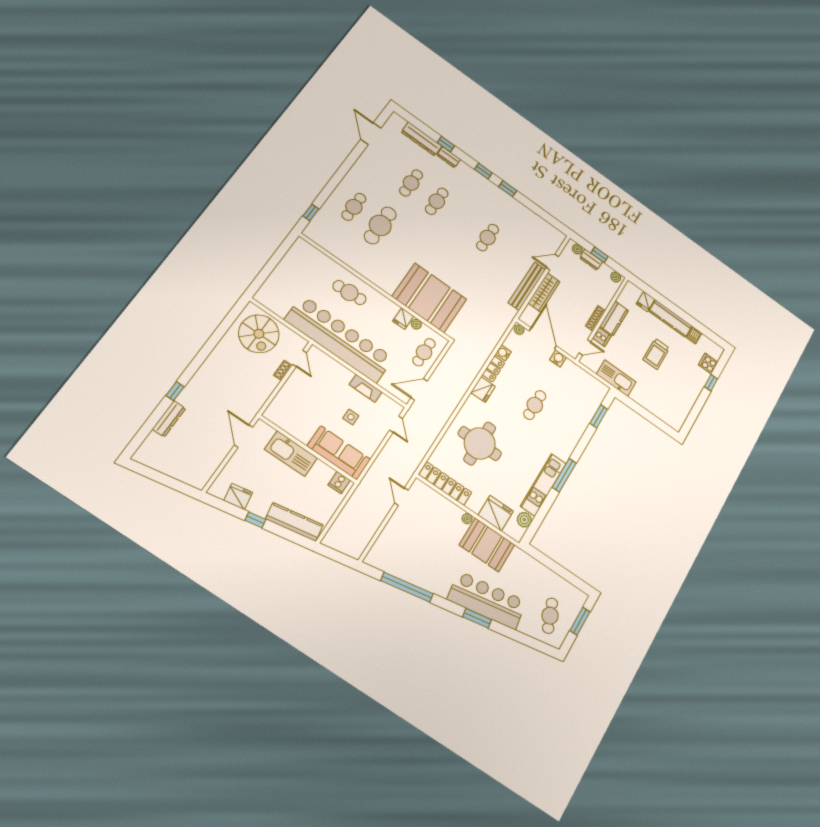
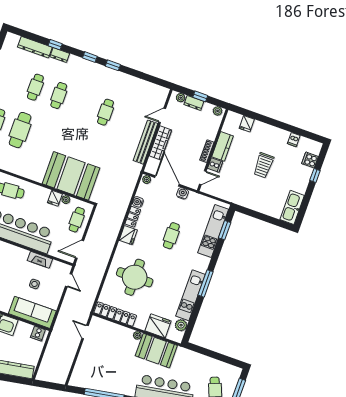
kitchen counter: (671, 319) -> (271, 132), removed
kitchen sink: (616, 378) -> (292, 207), moved, turned -90
kitchen unit: (585, 414) -> (213, 231), added

